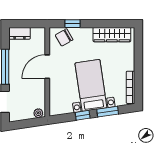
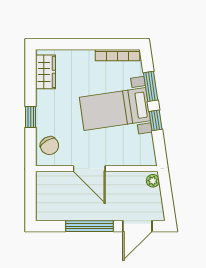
window: (73, 24) -> (31, 117), moved
dresser: (20, 33) -> (44, 206), removed
wardrobe: (112, 35) -> (46, 72), width x0.67

